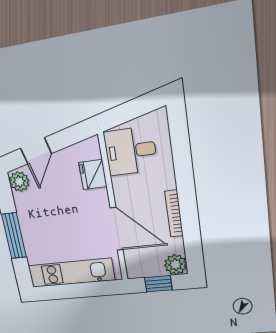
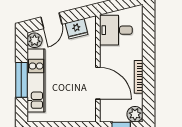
fridge: (93, 175) -> (77, 29), moved, turned -104
kitchen unit: (71, 273) -> (36, 81), moved, turned 90

